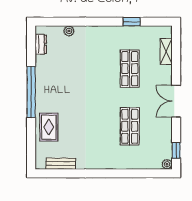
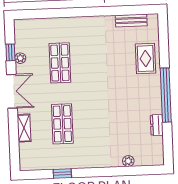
dresser: (41, 44) -> (157, 125), moved
shelving: (166, 51) -> (24, 128), moved
window: (176, 150) -> (10, 52), moved
plant: (167, 164) -> (20, 58), moved

